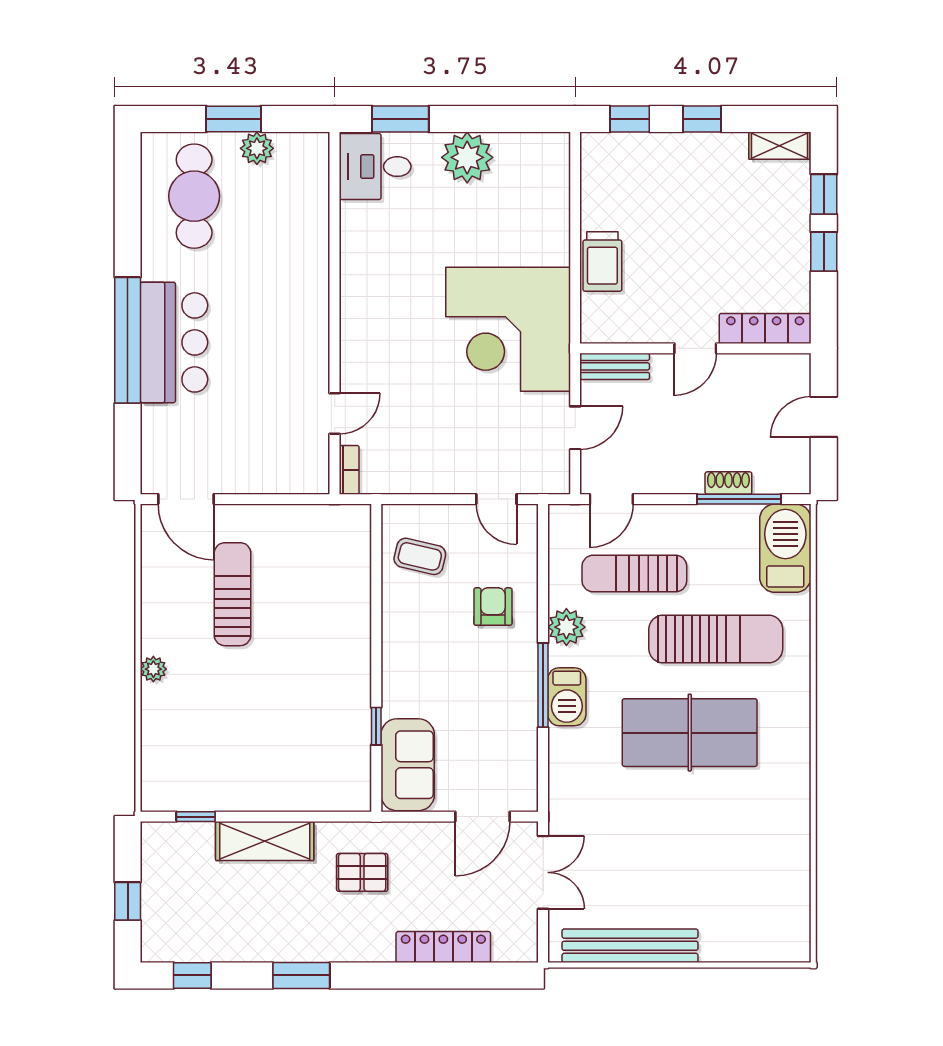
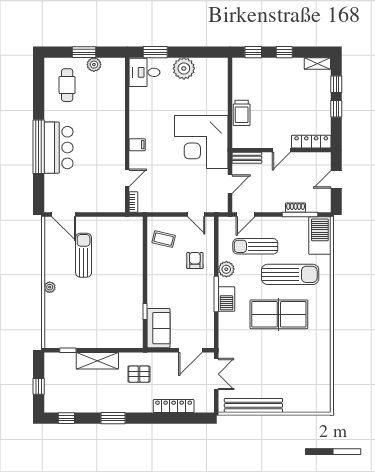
cafe table: (194, 196) -> (67, 85), width x0.73, depth x0.74
filing cabinet: (358, 336) -> (137, 145), added

